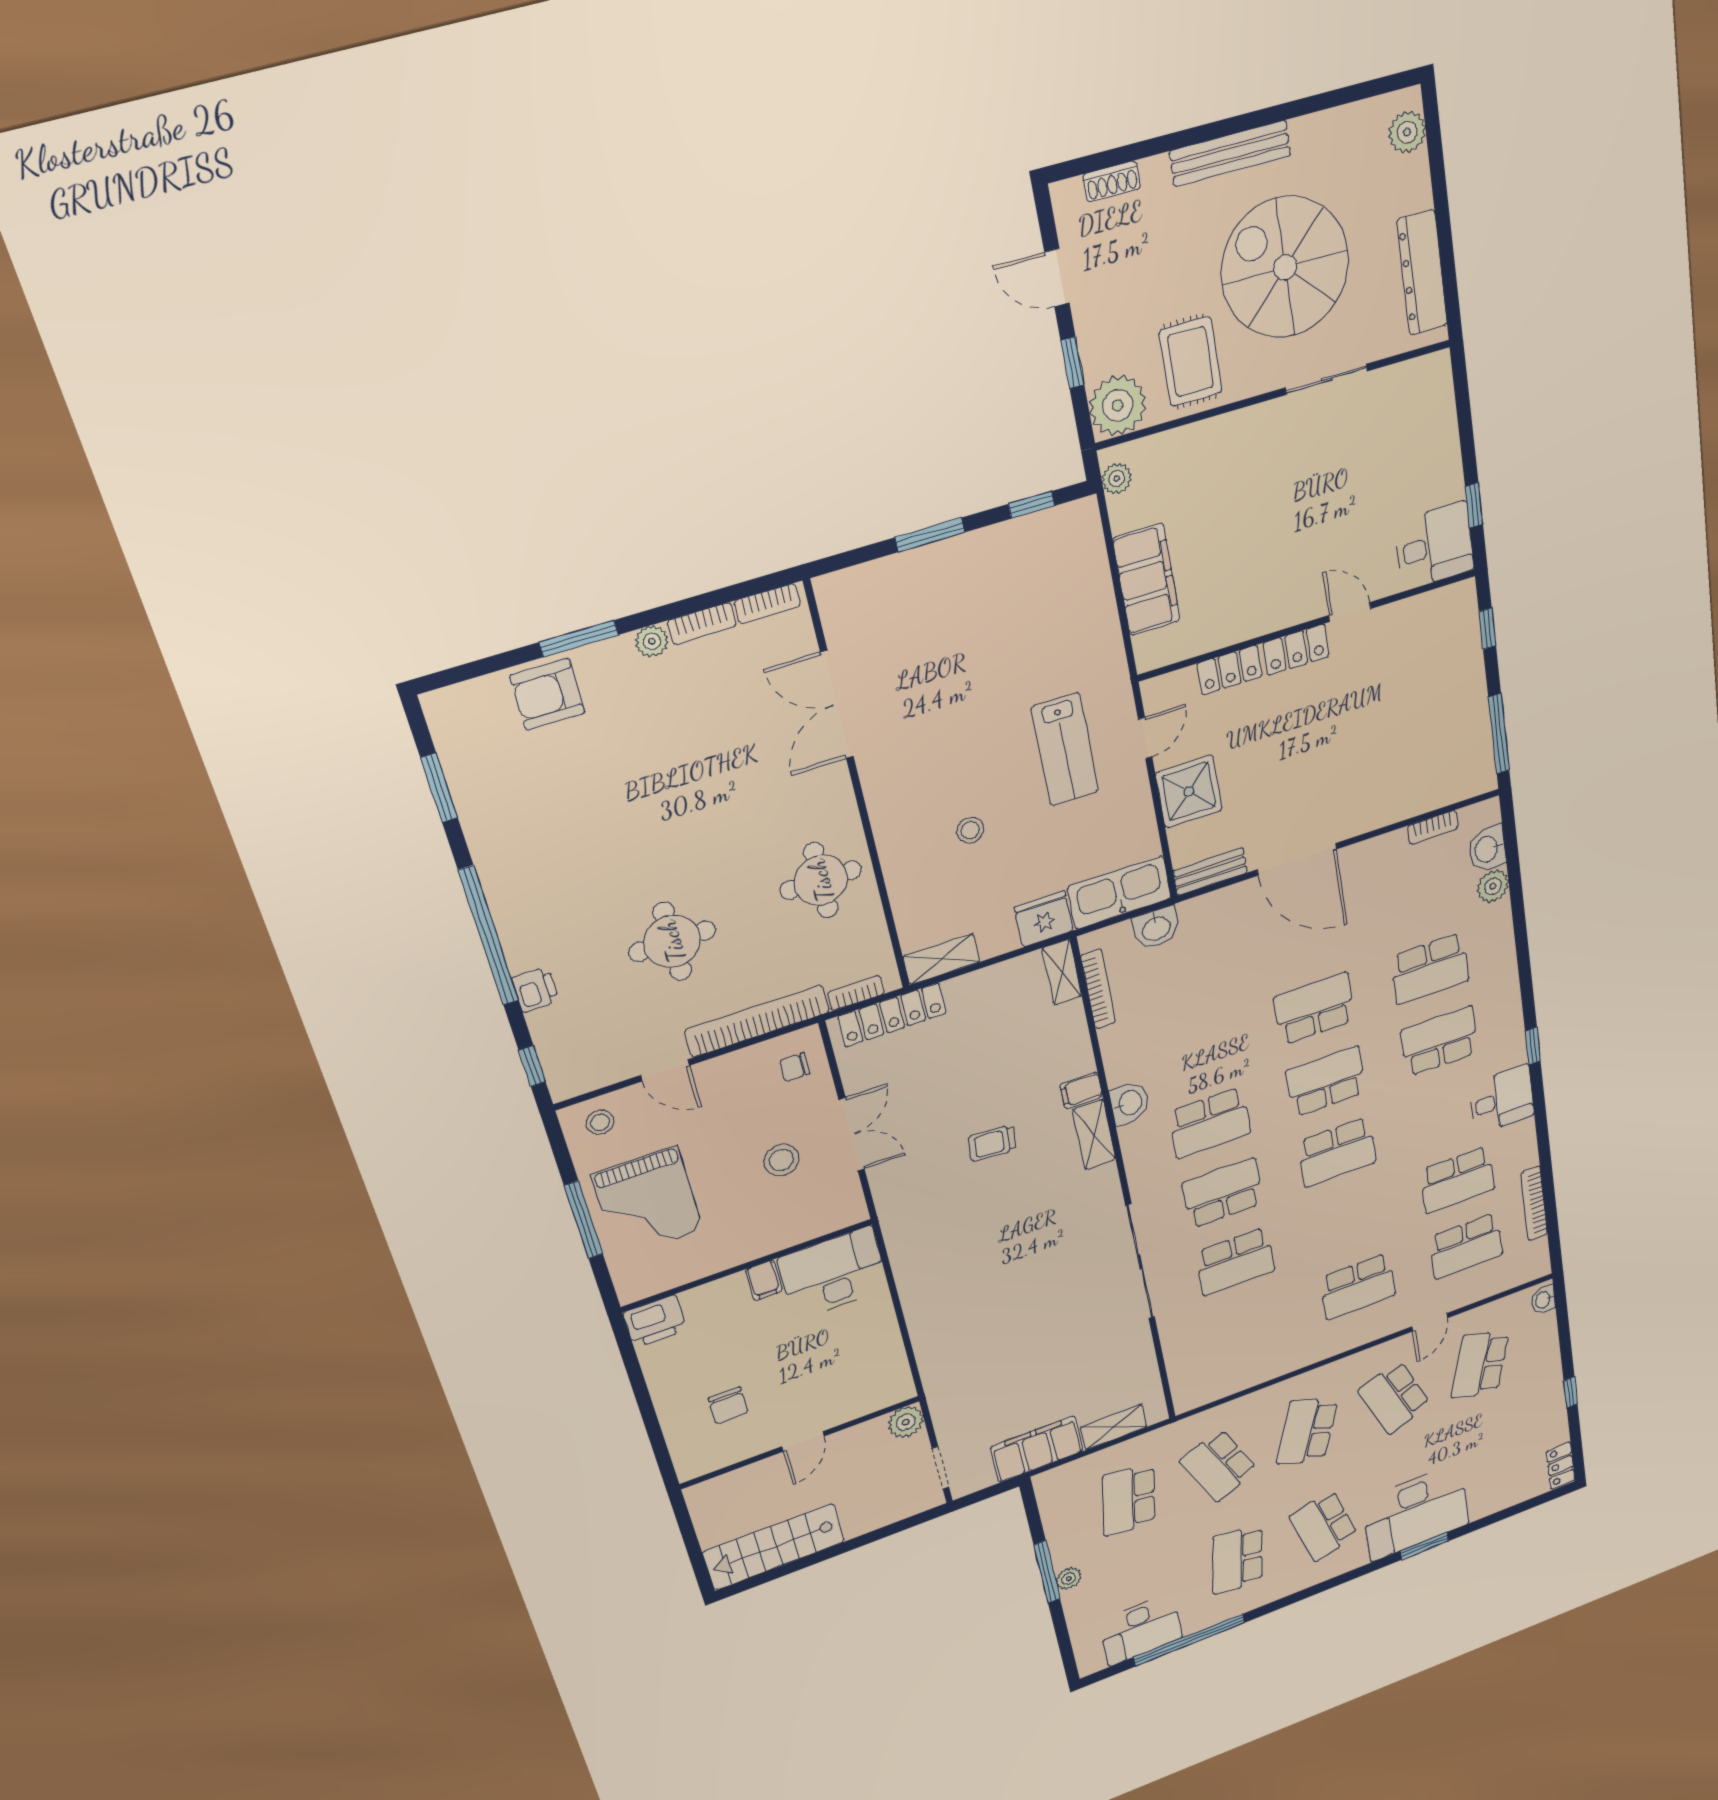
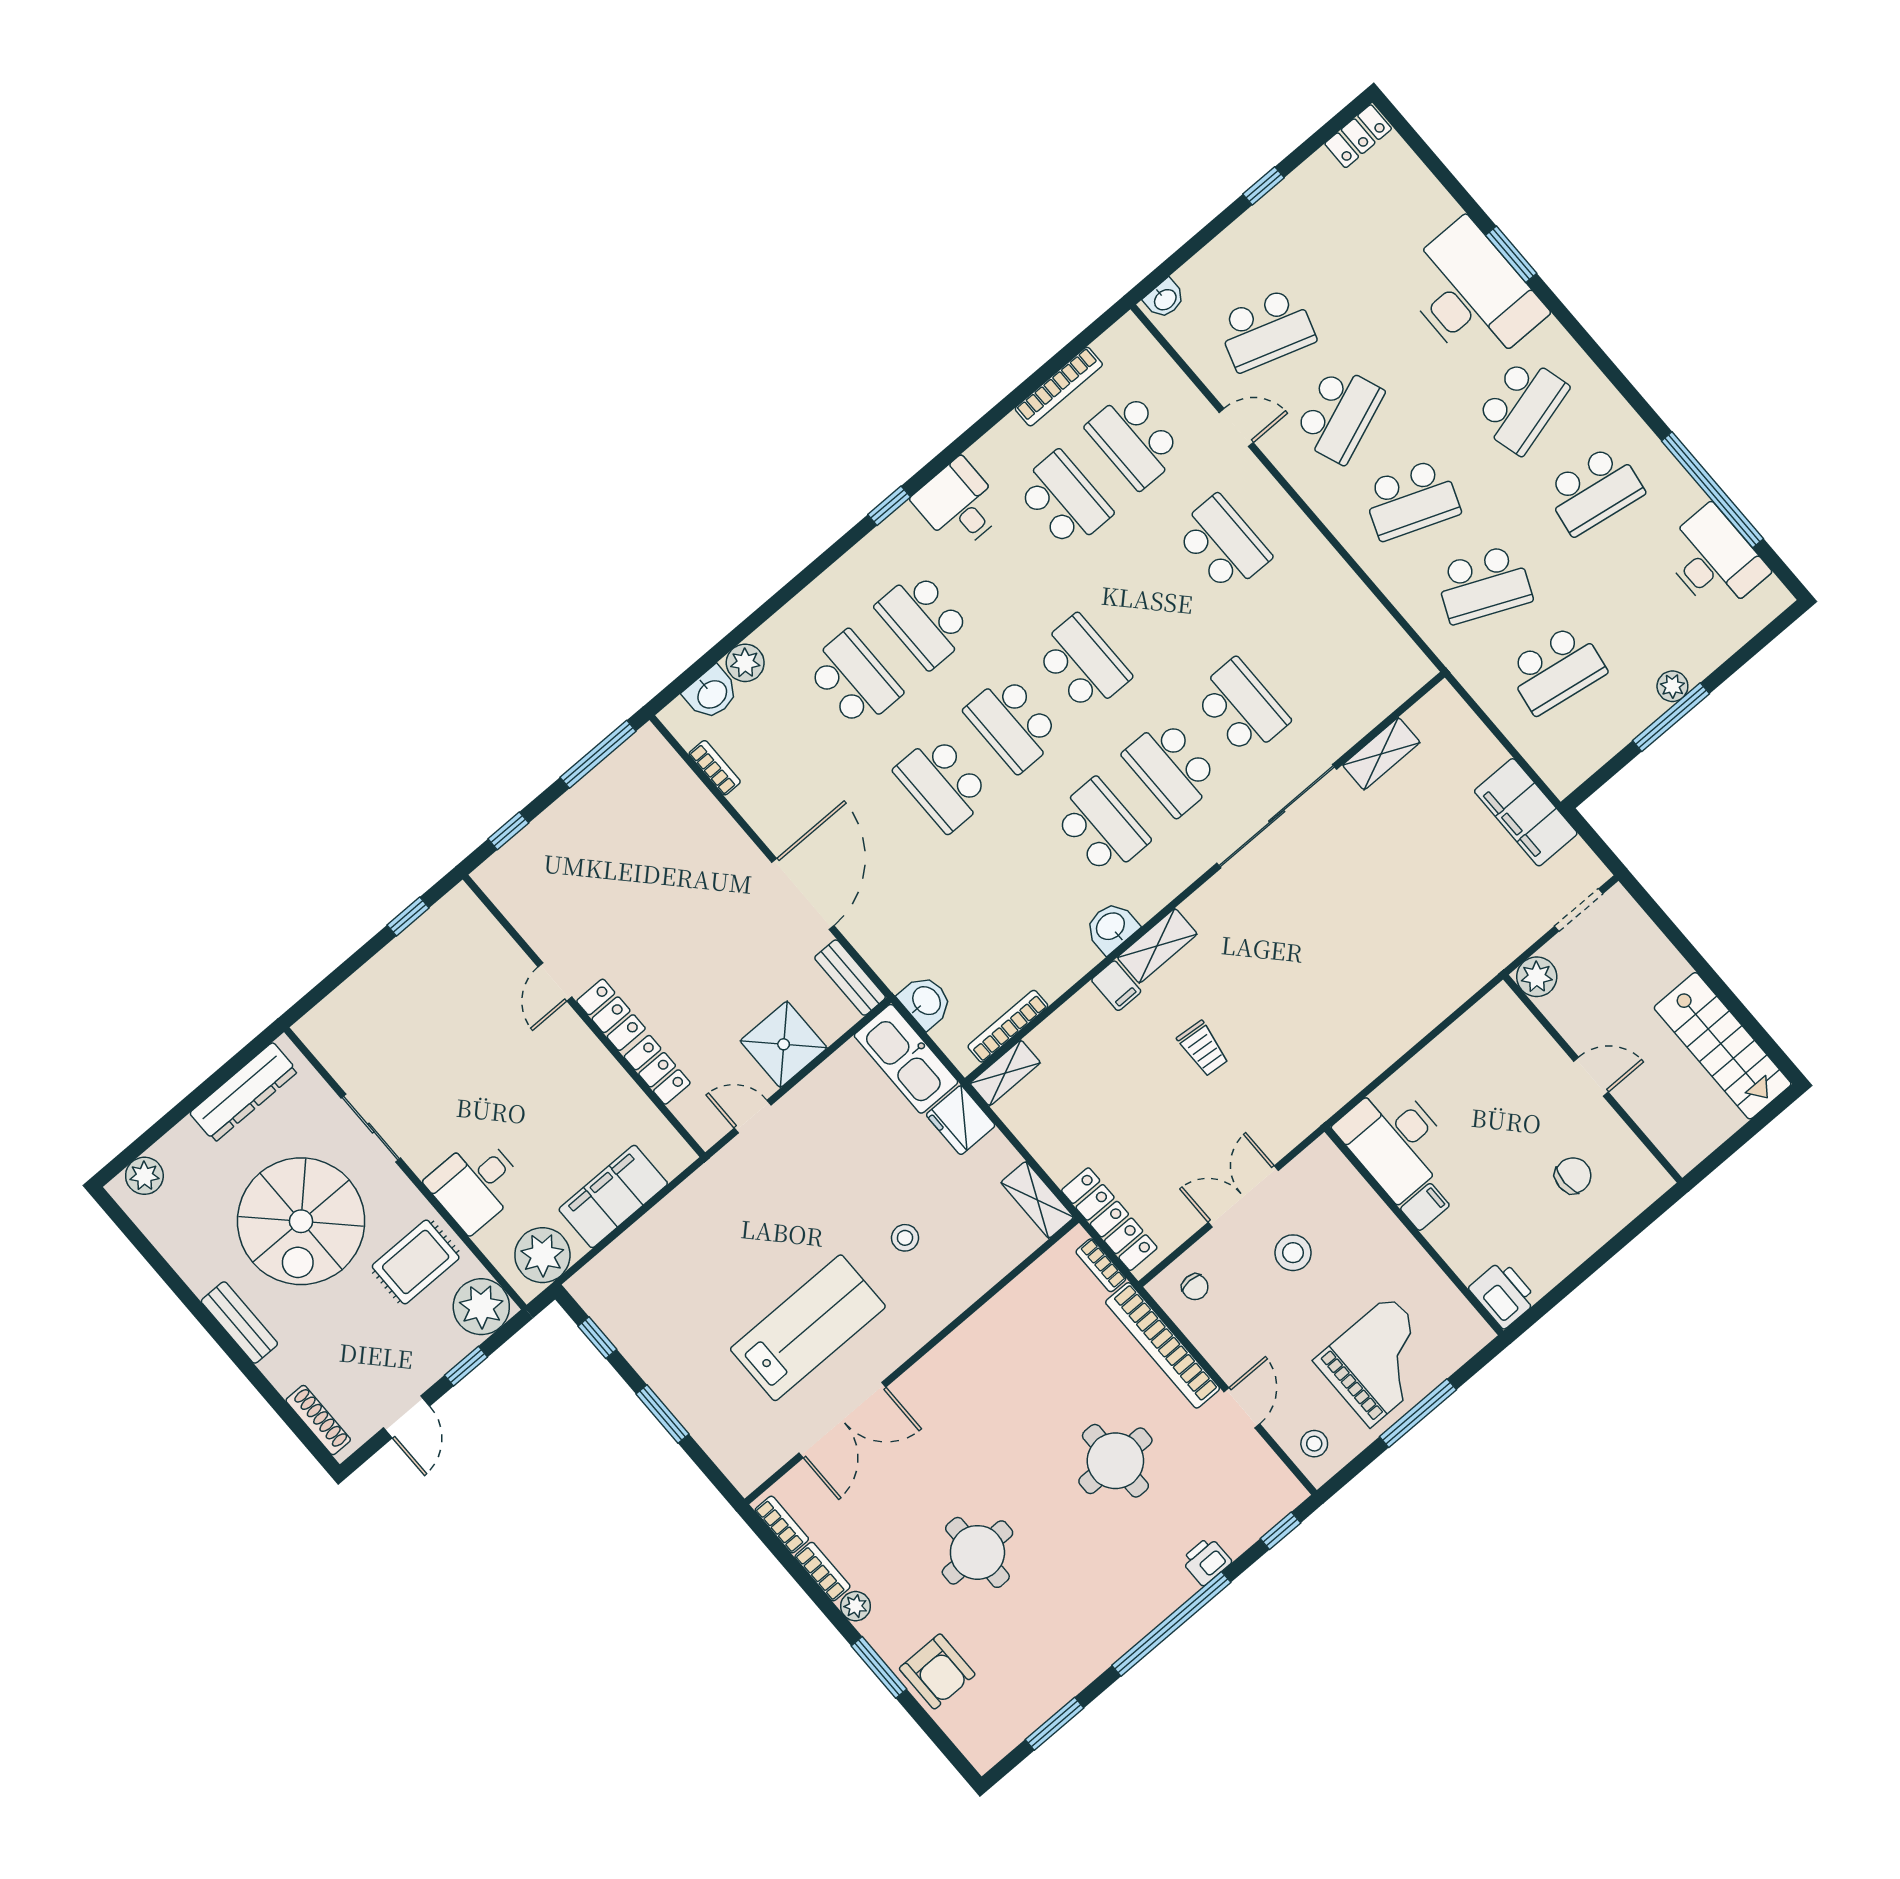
bench: (1230, 153) -> (239, 1323), width x0.73
shoe rack: (1112, 181) -> (318, 1420), width x1.43
plant: (1117, 479) -> (542, 1255), width x1.88, depth x1.88
desk: (1434, 546) -> (475, 1184), moved, turned -90
lab bench: (1065, 749) -> (808, 1328), moved, width x1.36, depth x1.39
round table: (821, 880) -> (977, 1552), moved
school desk: (1466, 1246) -> (1134, 440), turned 180
shelving: (1114, 1427) -> (1381, 754), moved, turned 90
school desk: (1219, 1465) -> (1484, 584), turned 48

